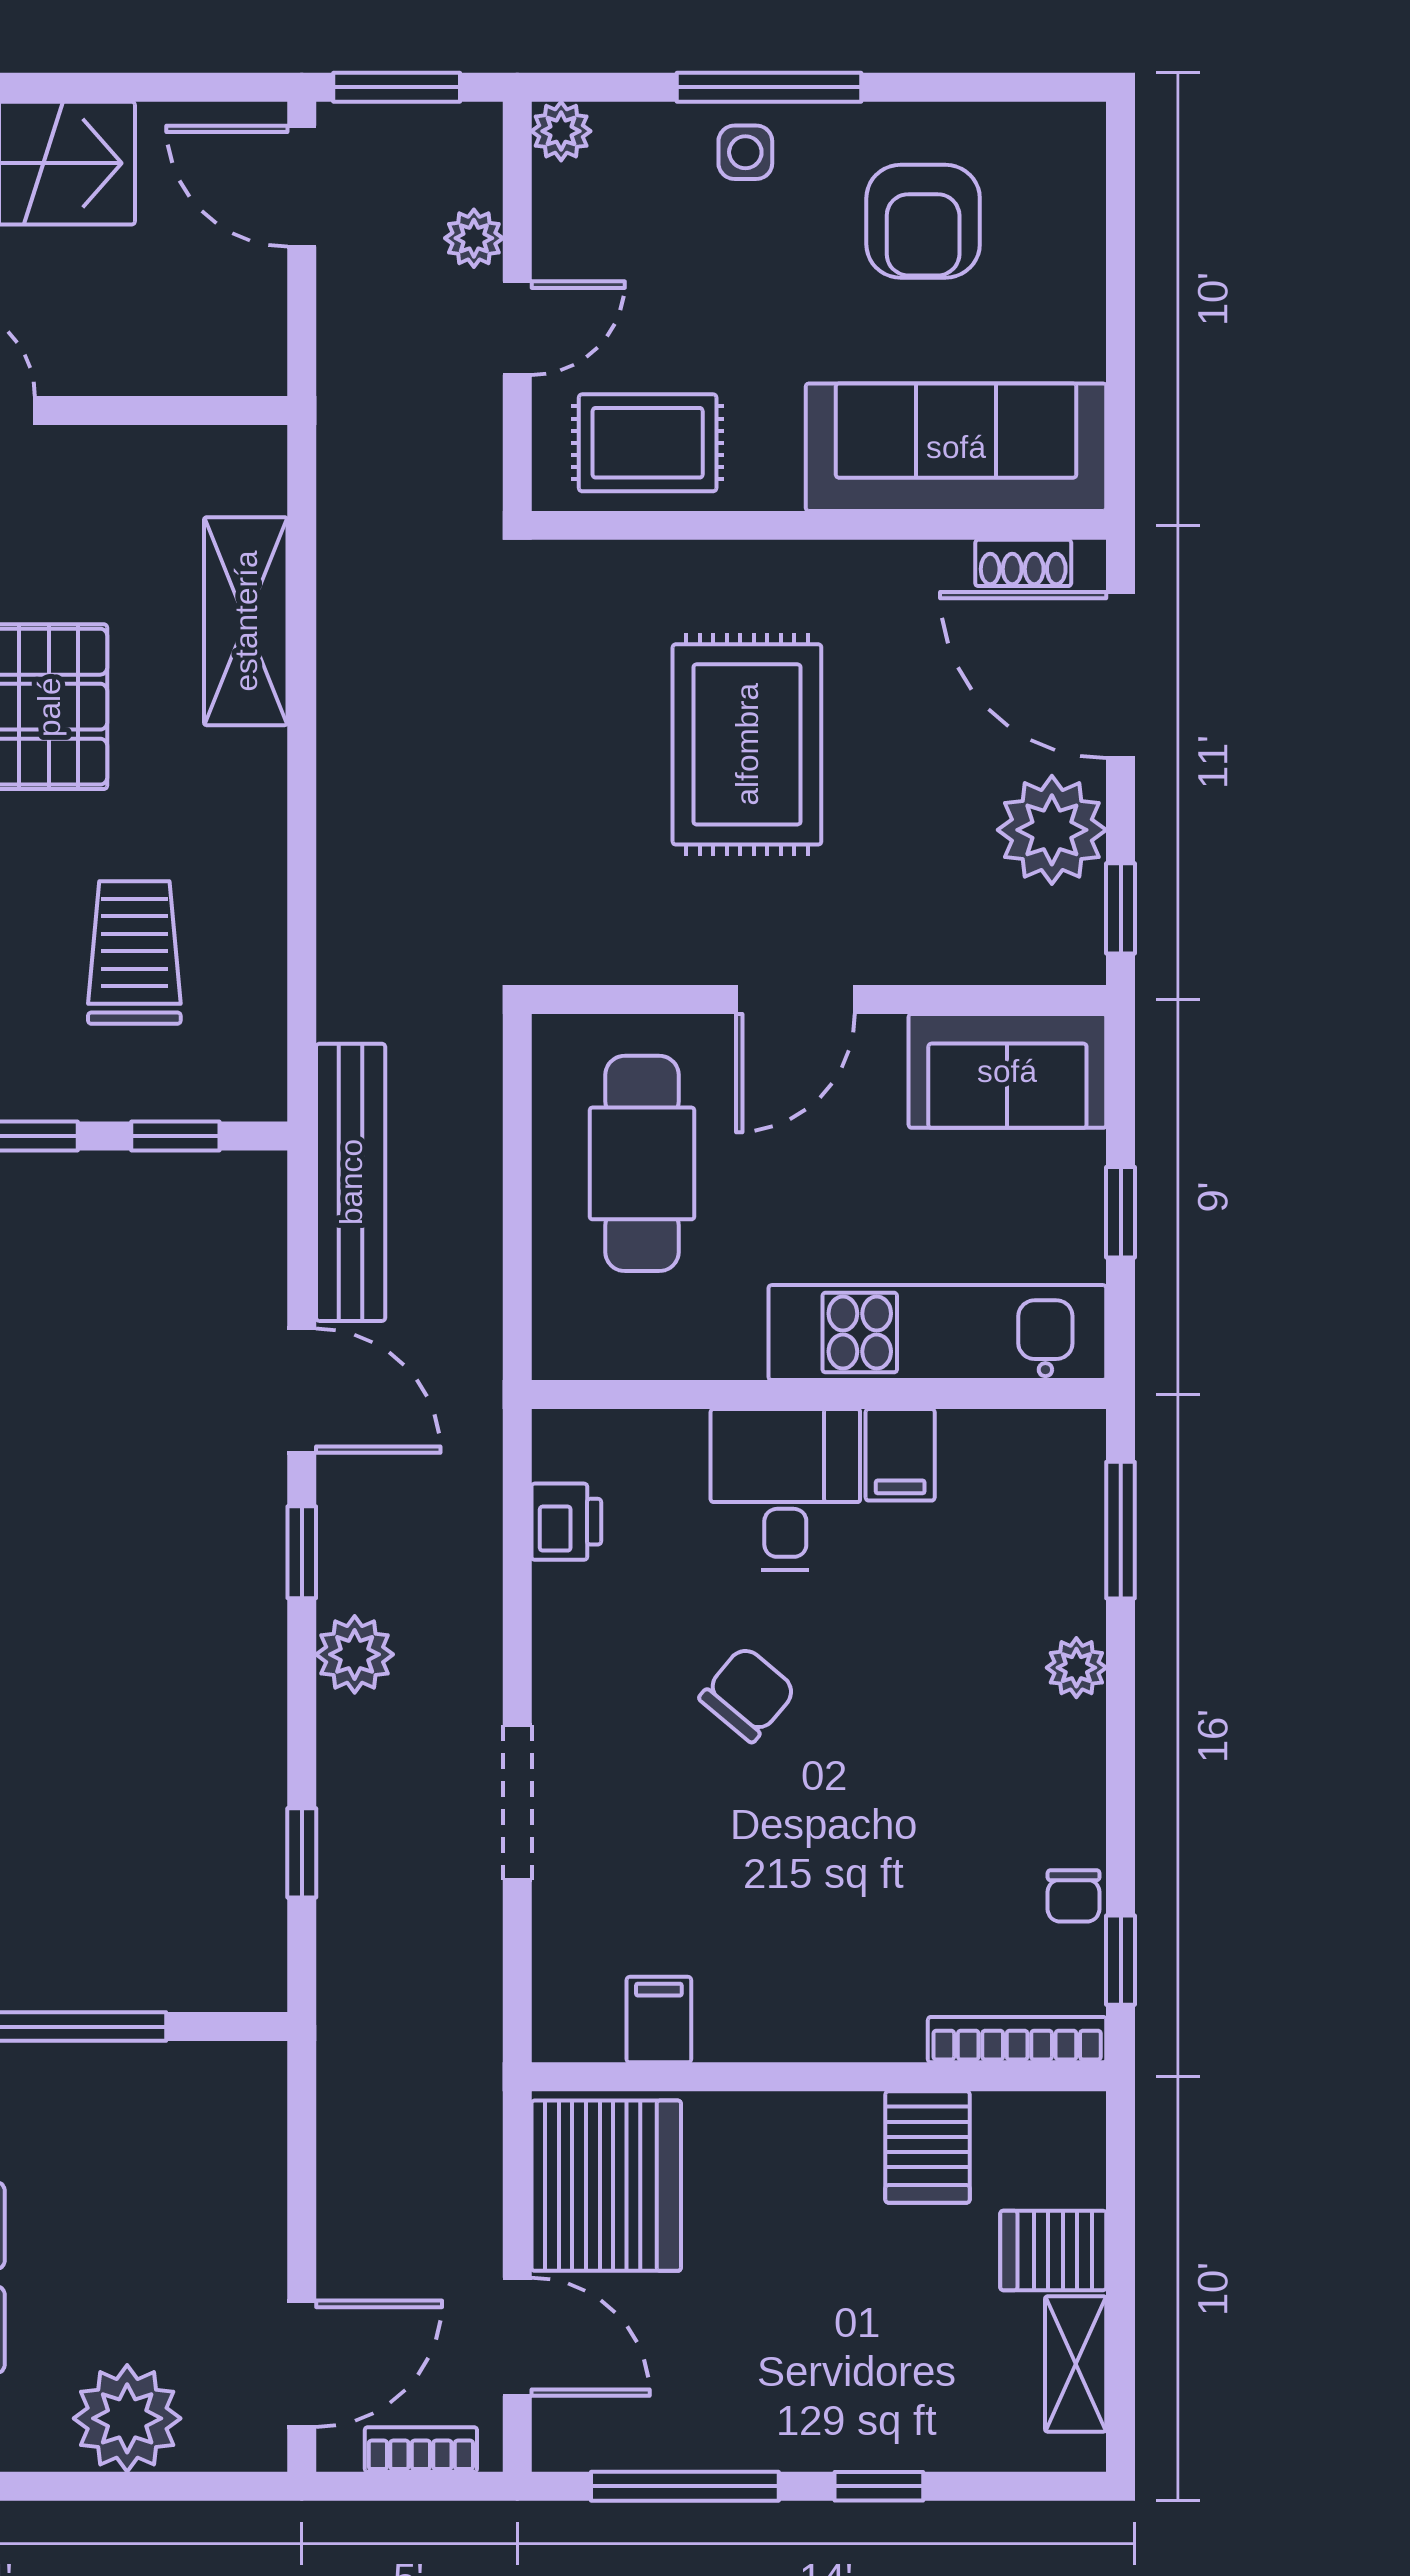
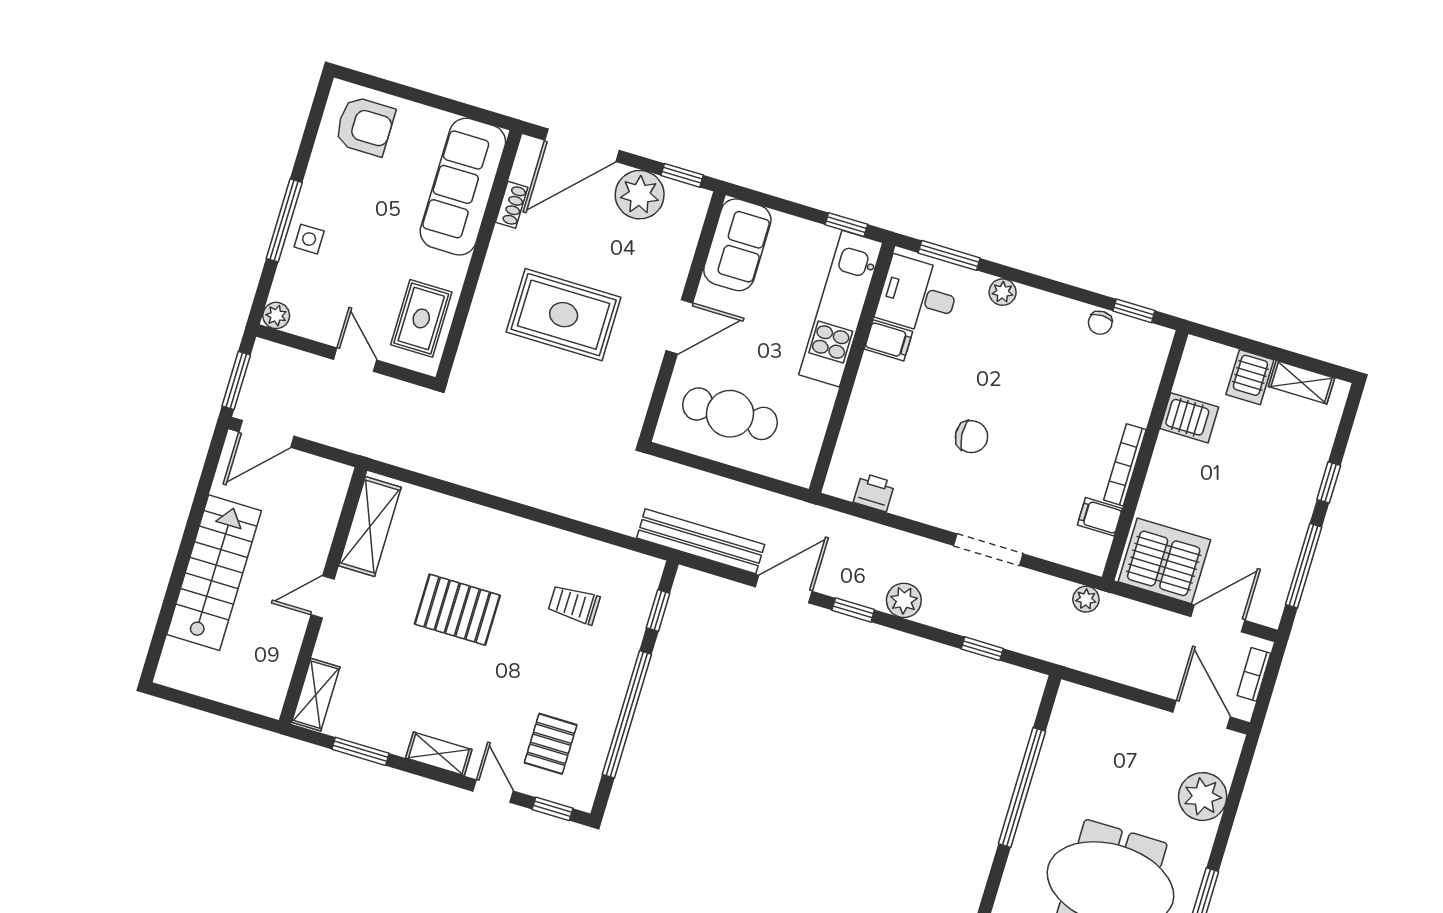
armchair: (923, 221) -> (365, 126), moved
plant: (474, 238) -> (1086, 599), moved
shoe rack: (1023, 563) -> (512, 205), moved
shelving: (246, 621) -> (370, 527), moved, turned 90
trolley: (134, 952) -> (574, 605), width x0.73, depth x0.72
door: (795, 999) -> (679, 327), hinge flipped
window: (1121, 1212) -> (846, 225), moved
desk: (785, 1489) -> (918, 295), moved
chair: (748, 1694) -> (972, 437), turned 136
chair: (1074, 1896) -> (1100, 323), turned 90
bookcase: (1017, 2040) -> (1125, 465), moved

